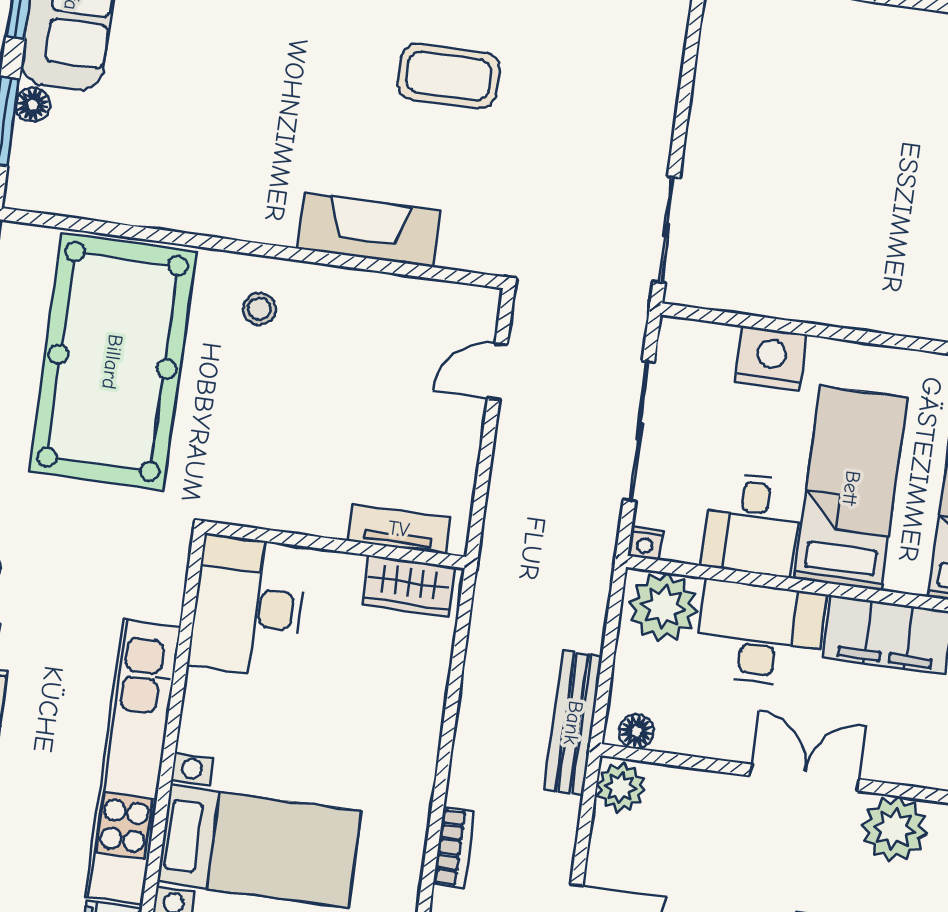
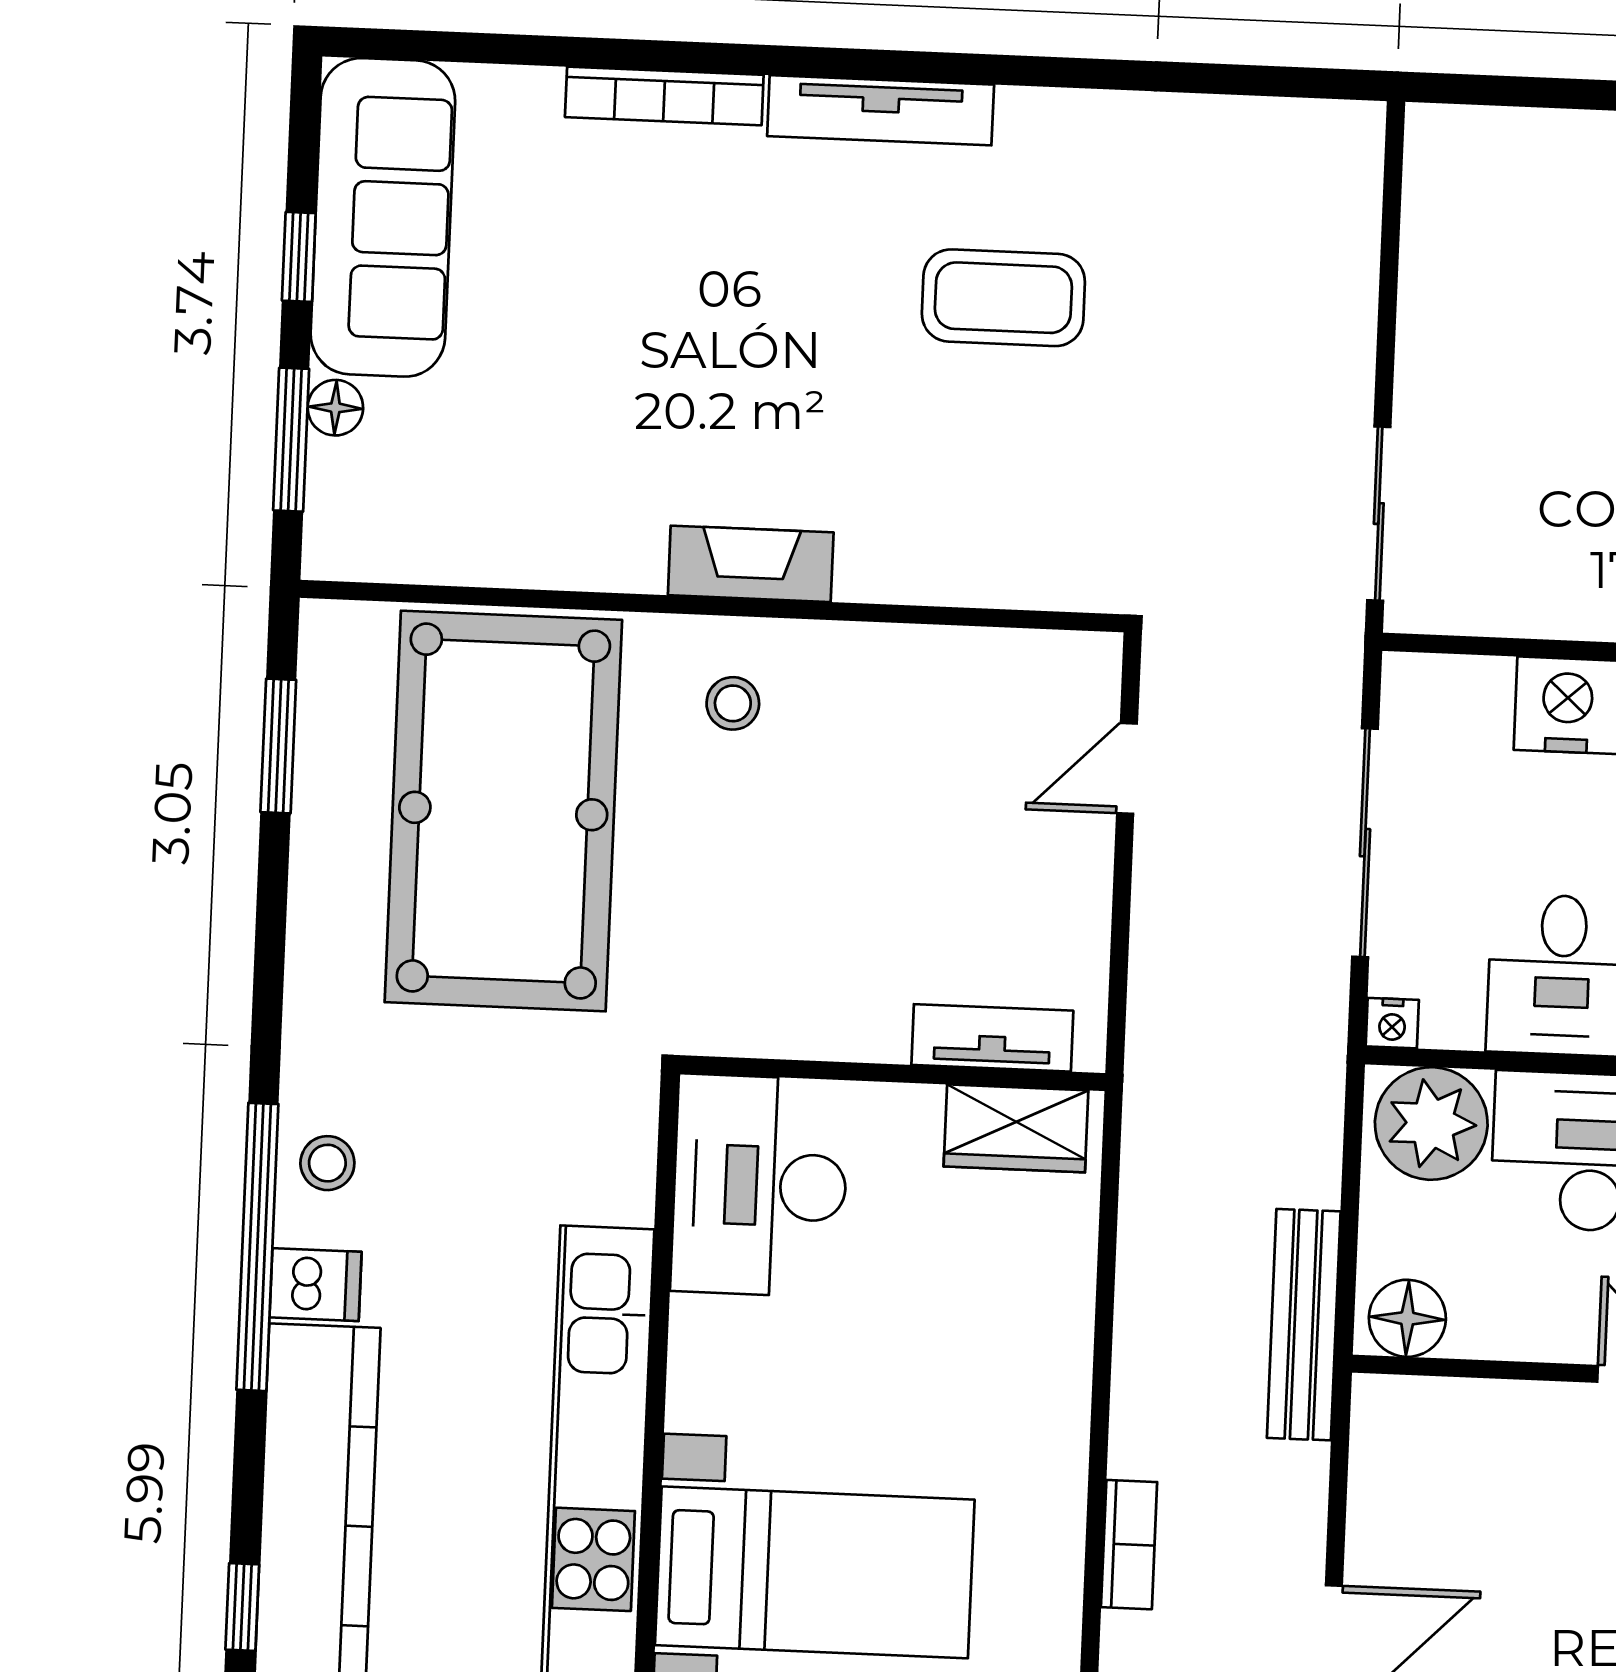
fireplace: (368, 230) -> (751, 564), moved, width x0.73, depth x0.76
floor lamp: (636, 731) -> (1407, 1318), width x1.37, depth x1.37
plant: (621, 787) -> (1390, 1422), removed

